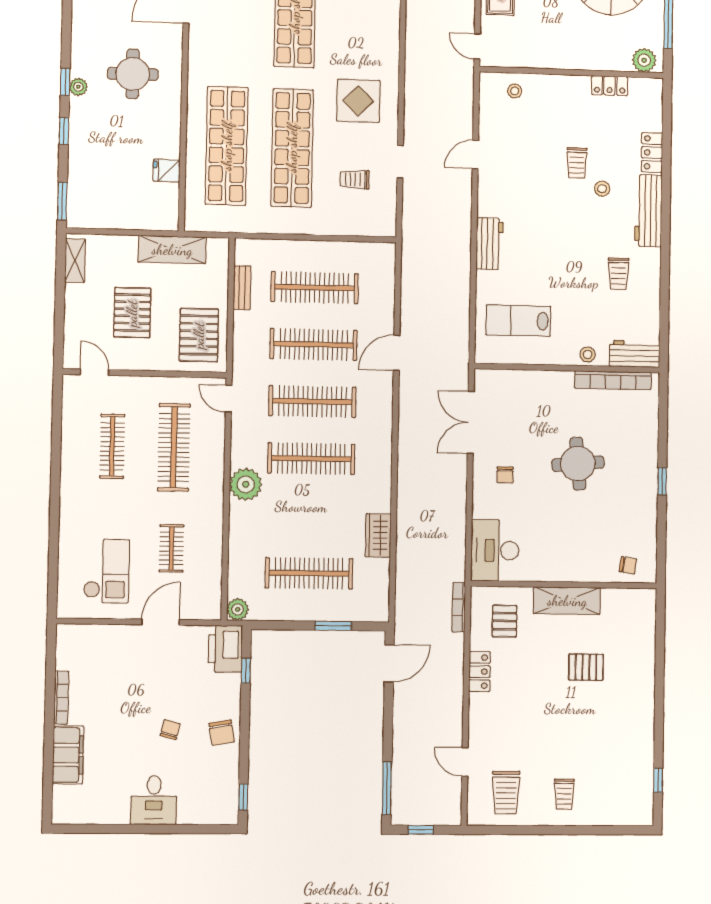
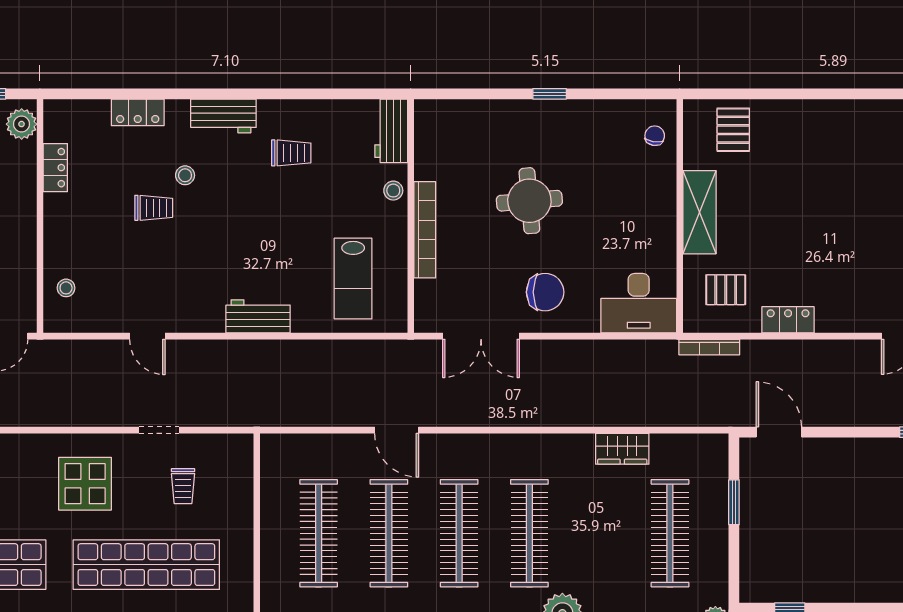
workbench: (648, 211) -> (223, 116), width x0.73
bookcase: (613, 380) -> (425, 230), moved
chair: (505, 475) -> (545, 292), width x1.87, depth x1.87
pallet: (586, 667) -> (733, 130), moved

